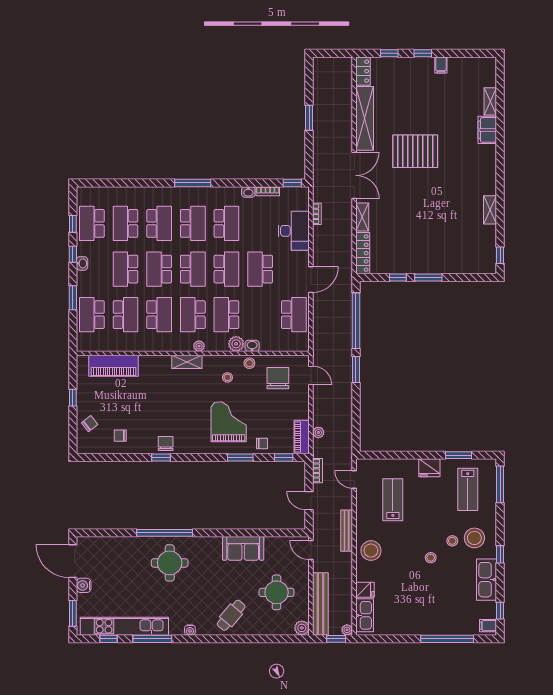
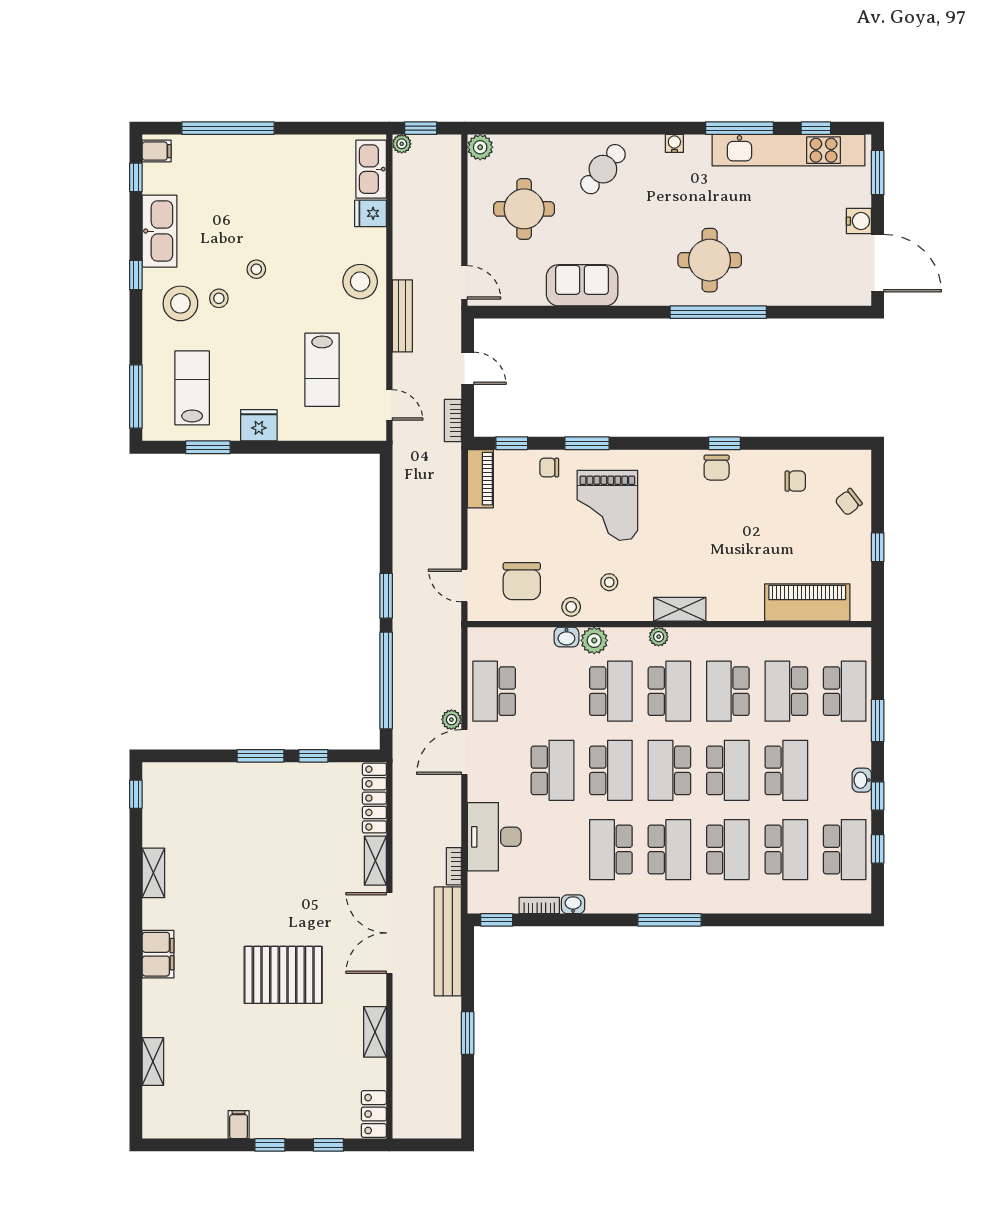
shelving: (365, 118) -> (375, 1032), width x0.45, depth x0.75
filing cabinet: (487, 130) -> (158, 954), moved
school desk: (159, 223) -> (728, 850), turned 180
school desk: (193, 223) -> (669, 850), turned 180
school desk: (226, 269) -> (611, 770), turned 180
plant: (318, 432) -> (451, 720), moved
bench: (320, 604) -> (448, 941), moved

